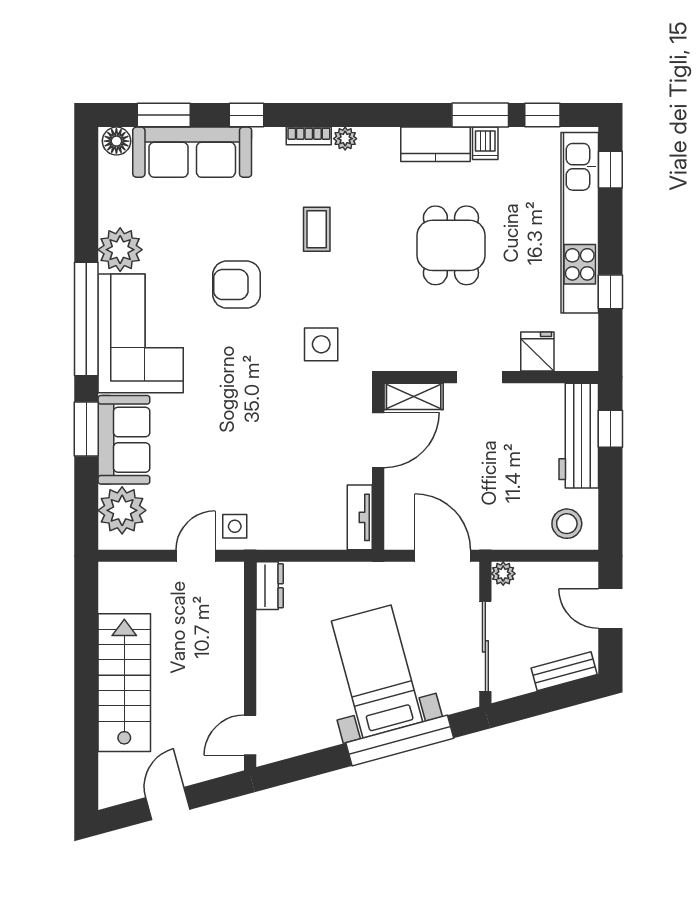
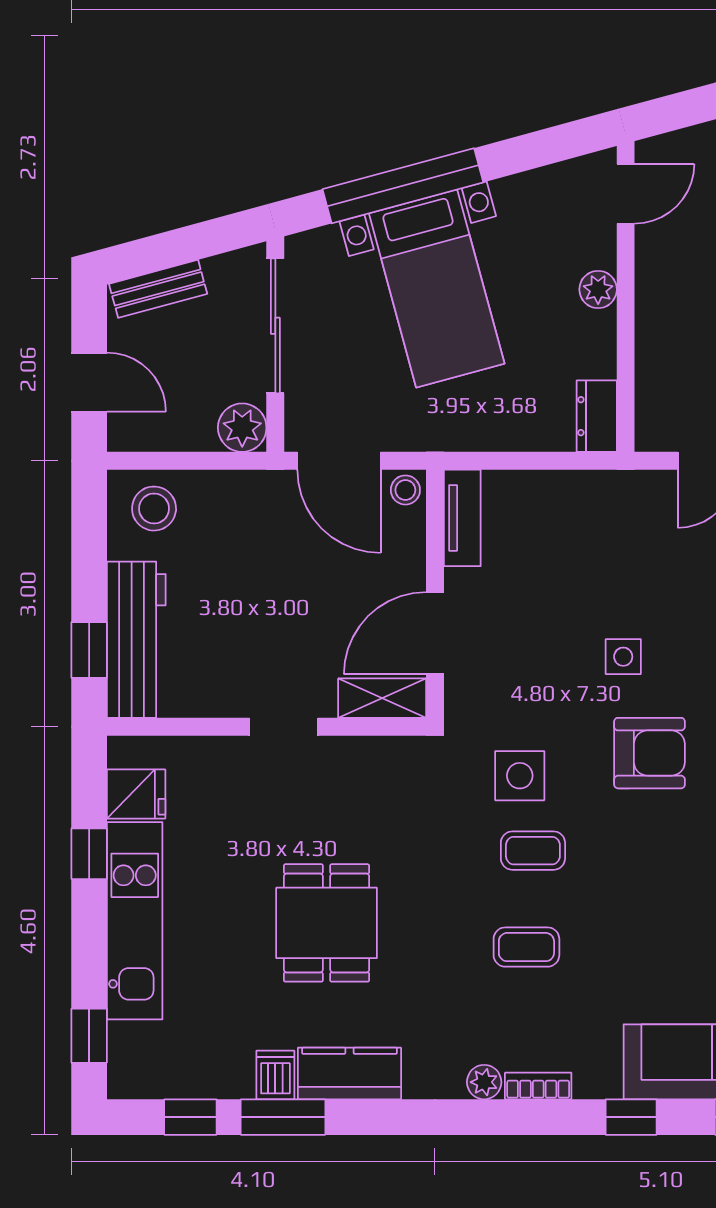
kitchen unit: (580, 223) -> (135, 921), width x0.73
coffee table: (317, 229) -> (526, 947), turned 90
armchair: (237, 285) -> (650, 753), moved
coffee table: (312, 294) -> (533, 851), added
fridge: (537, 352) -> (136, 794), moved, turned -90
side table: (235, 526) -> (623, 657), moved
stool: (398, 536) -> (405, 490), added
plant: (503, 574) -> (242, 428), width x1.38, depth x1.38
plant: (269, 671) -> (598, 289), added

